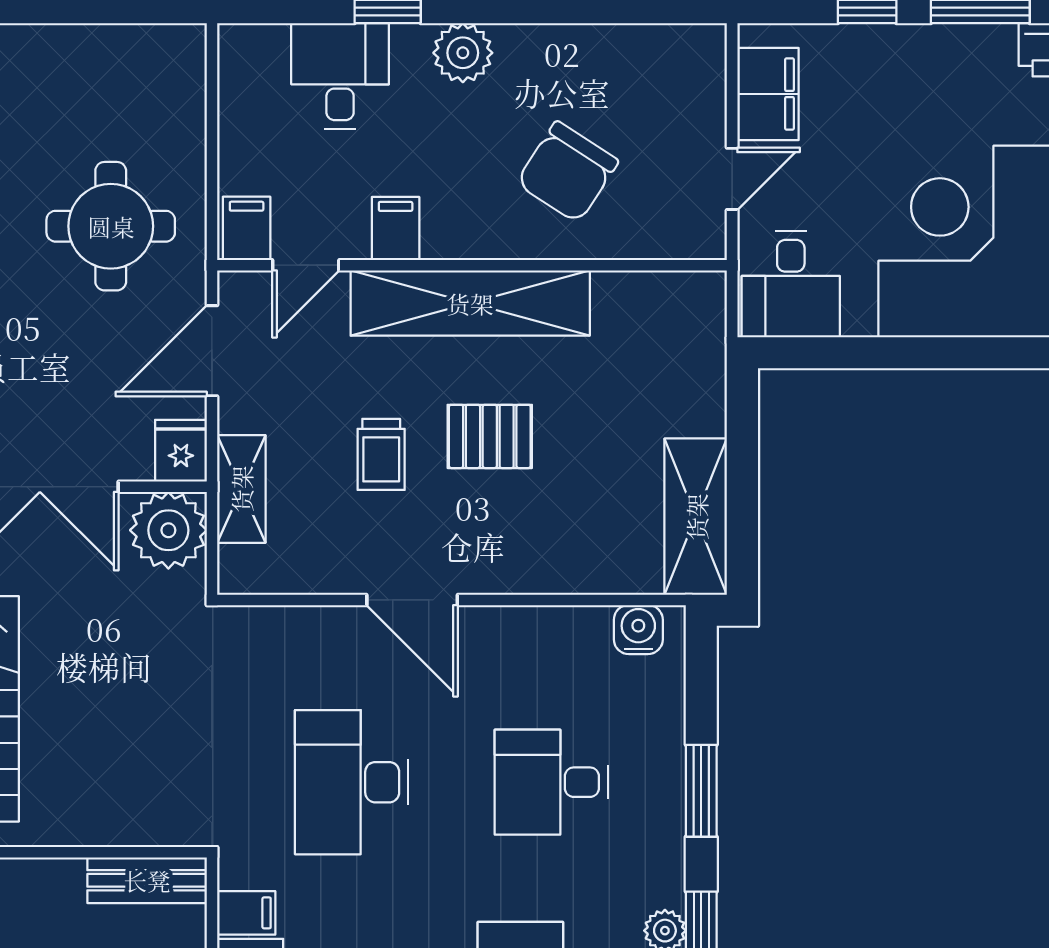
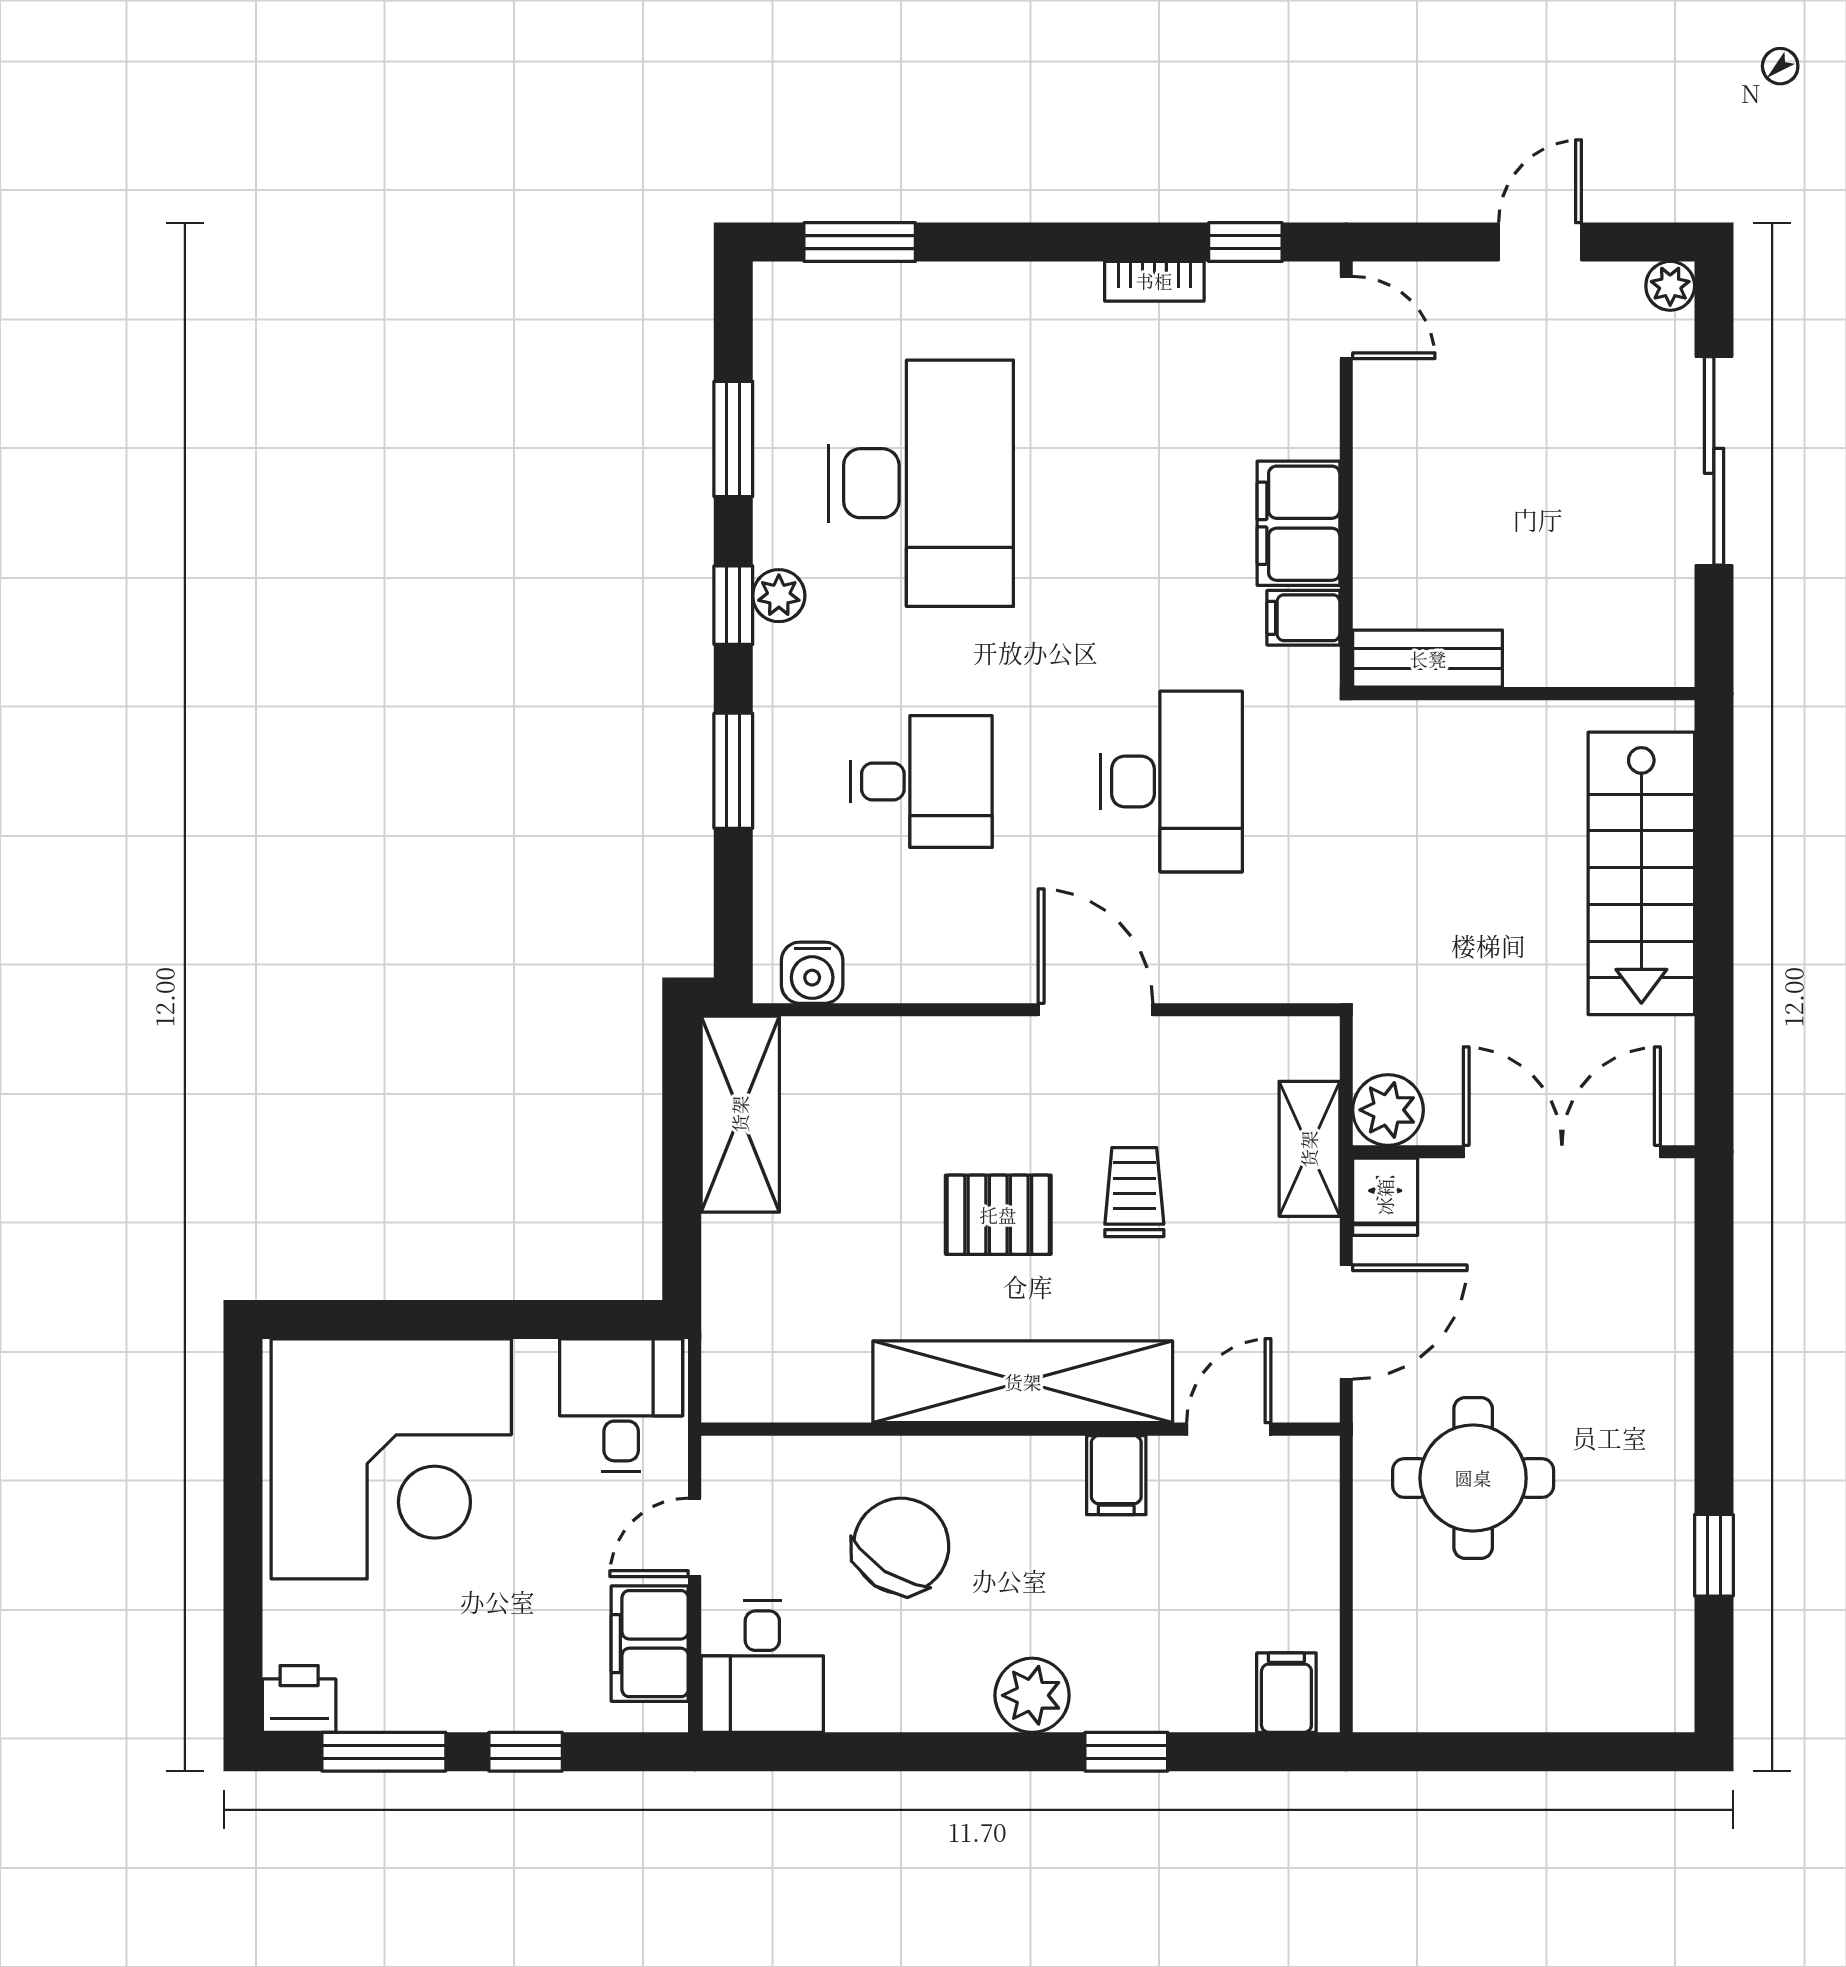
desk: (340, 76) -> (762, 1666), moved
filing cabinet: (247, 228) -> (1286, 1693), moved, turned 180
plant: (168, 530) -> (1388, 1110), width x0.73, depth x0.73

